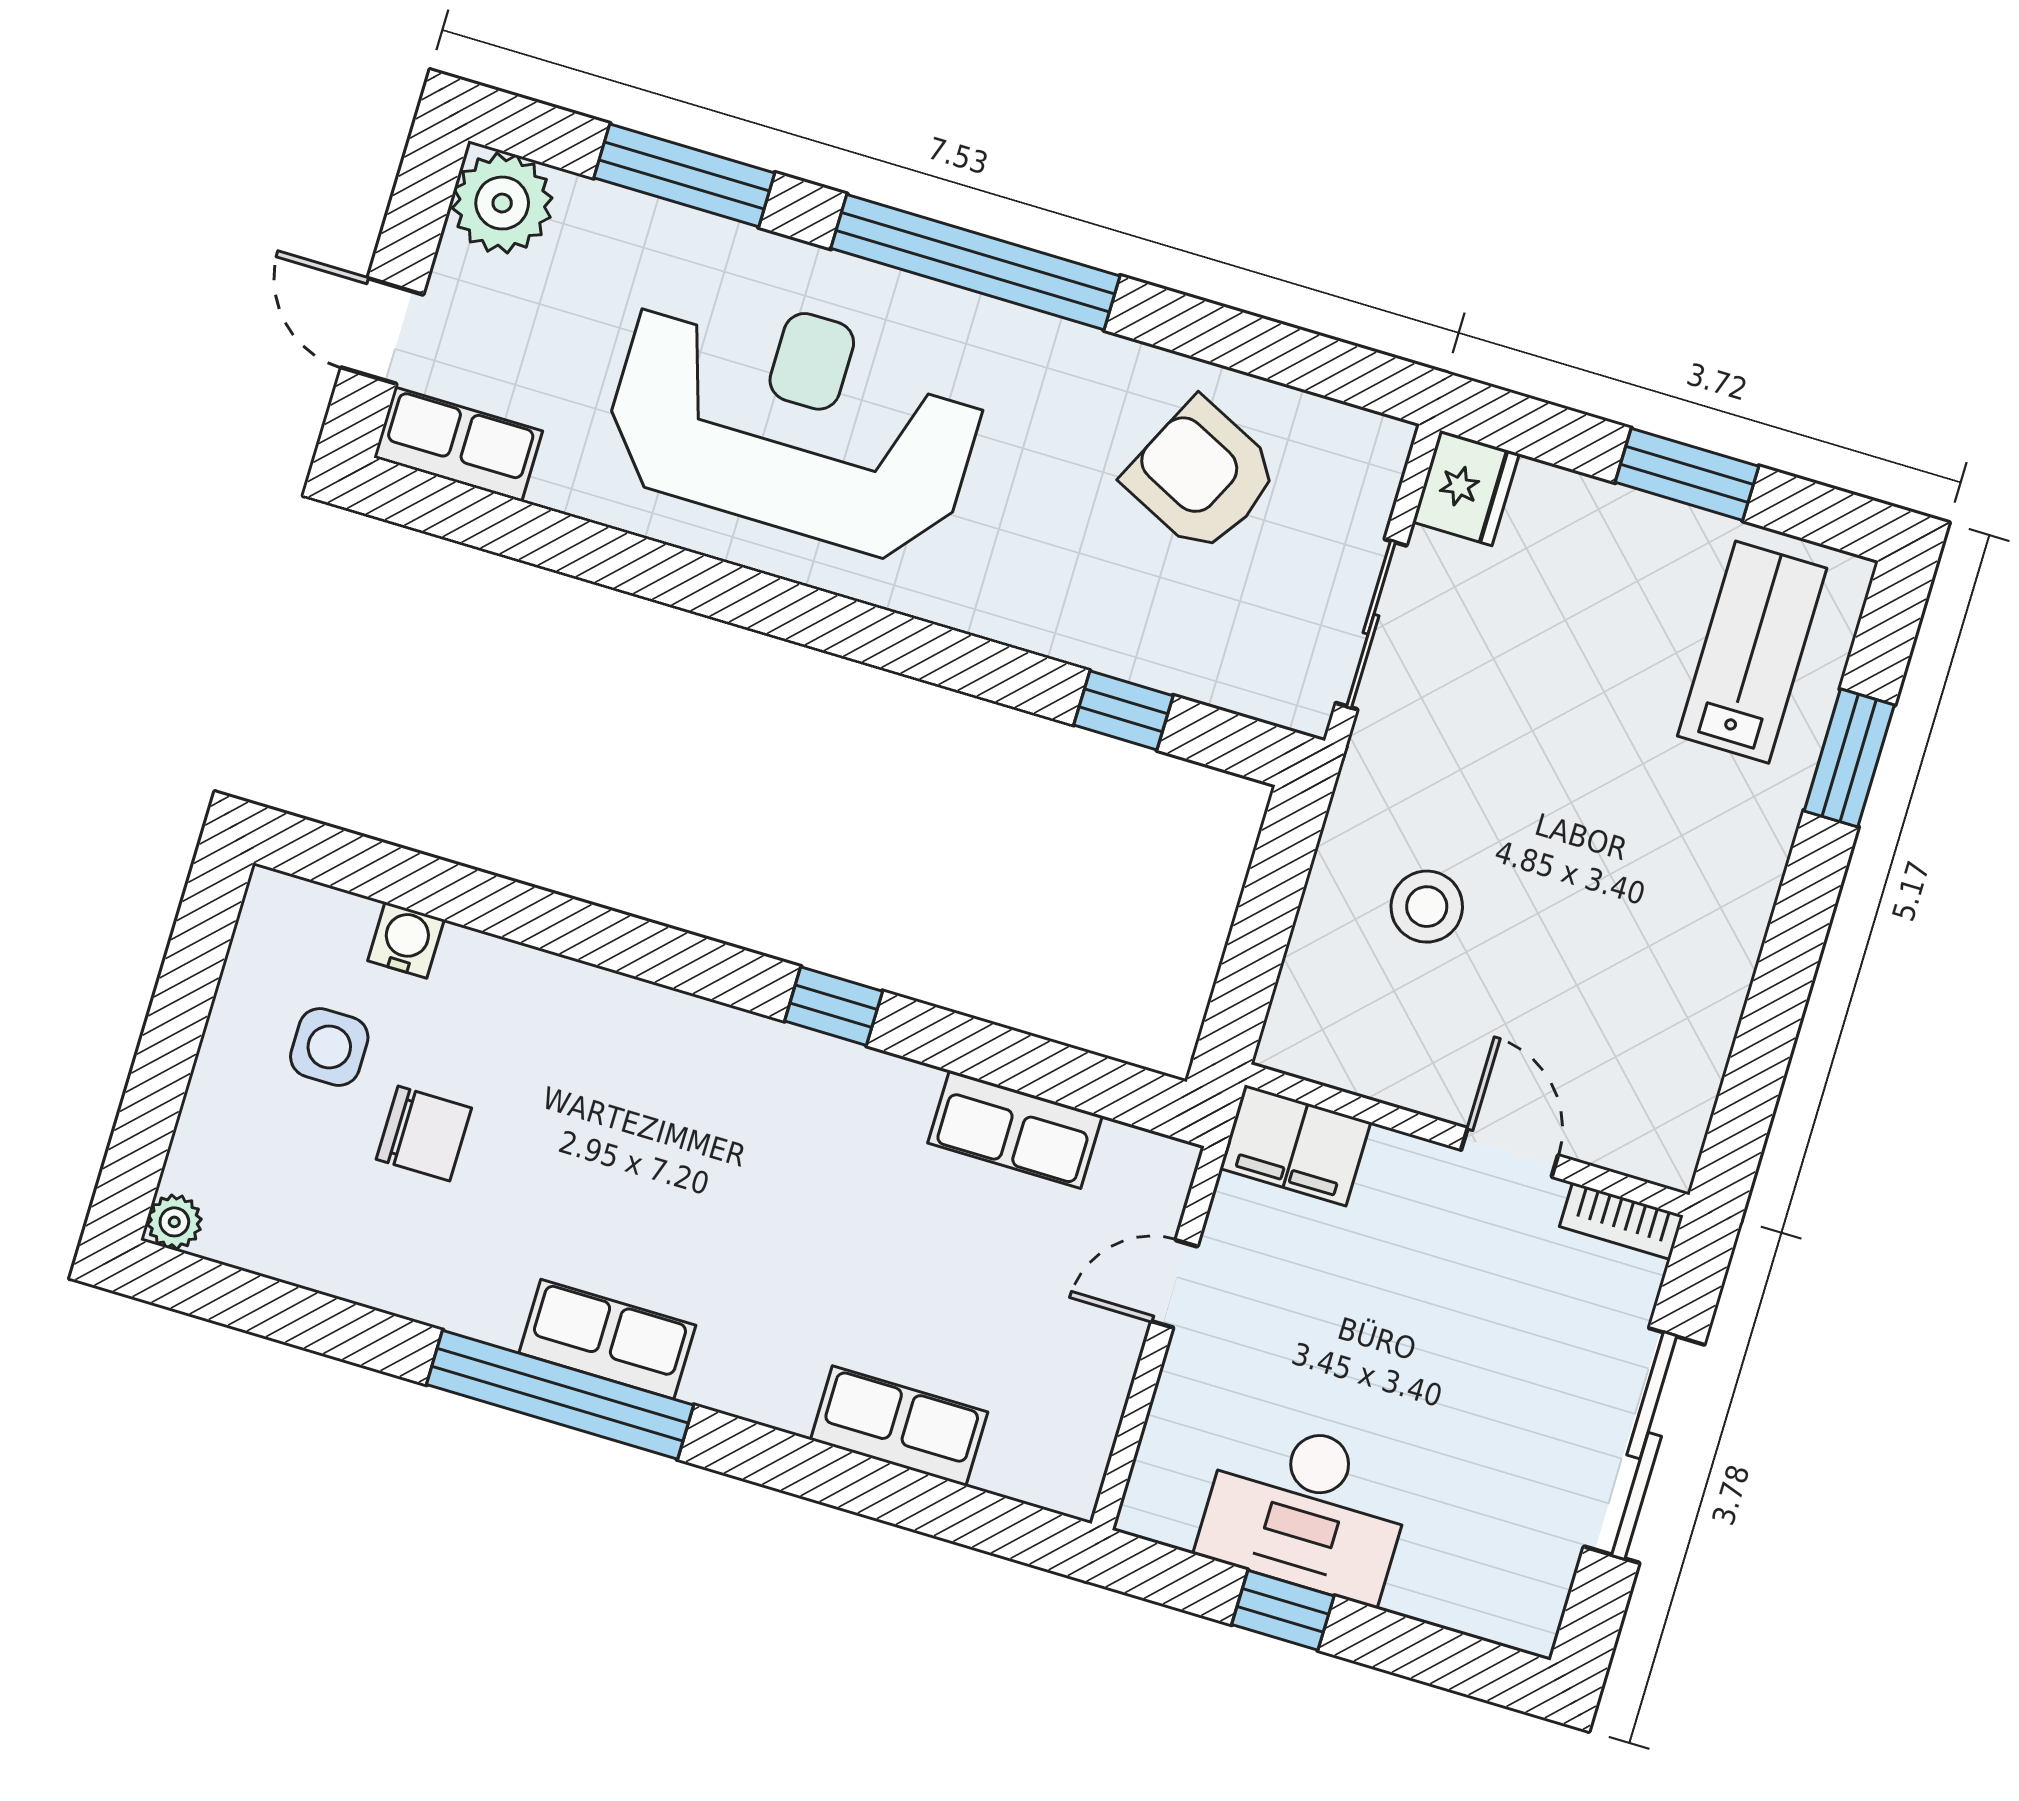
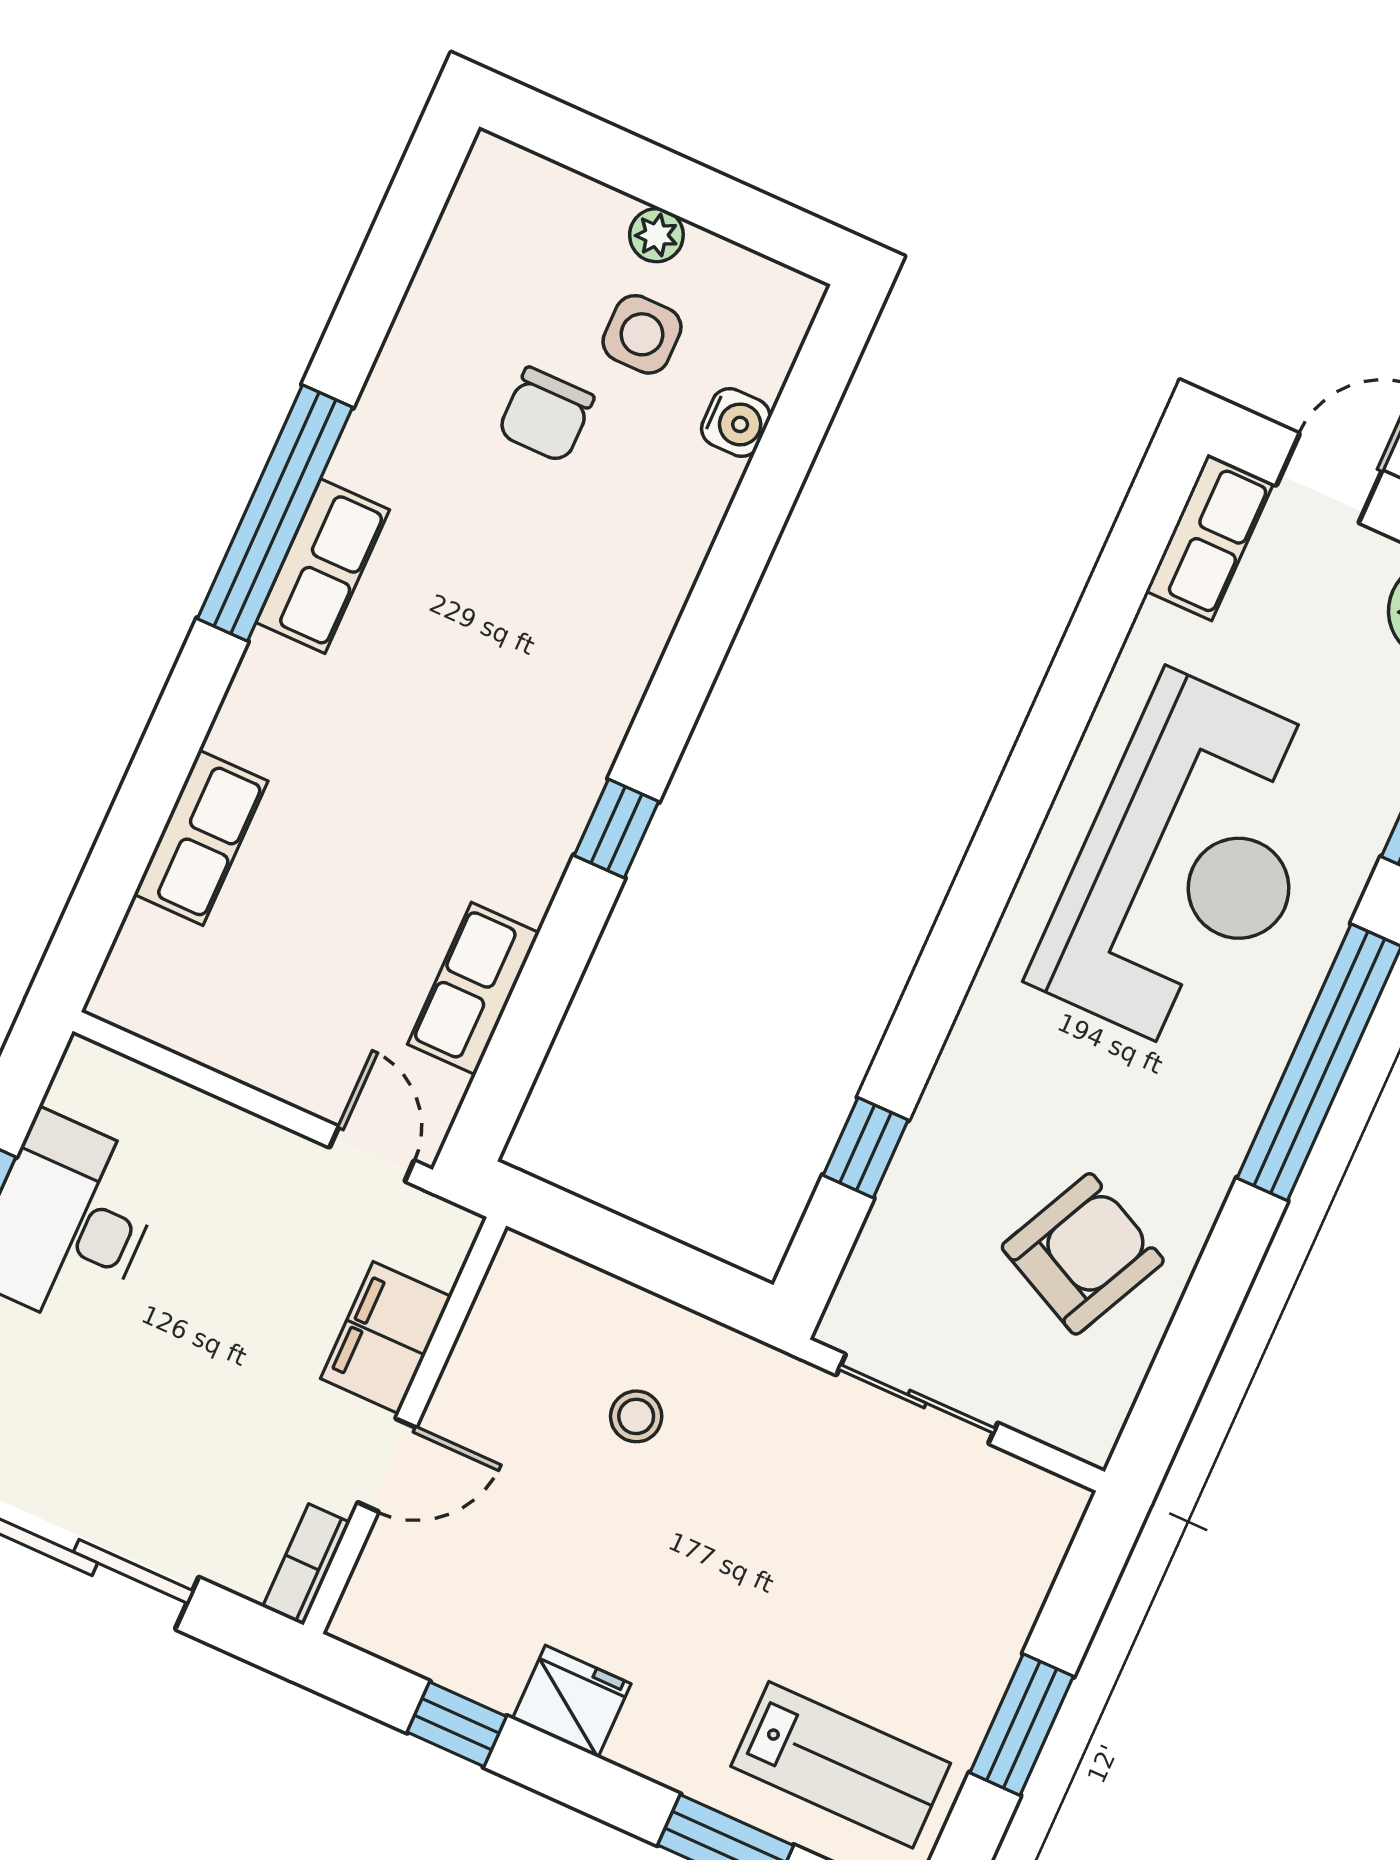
fridge: (1466, 488) -> (572, 1701), moved, turned 180
stool: (1427, 907) -> (636, 1416), width x0.73, depth x0.73
window: (1763, 1047) -> (457, 1724), added
filing cabinet: (1295, 1145) -> (386, 1338), moved
plant: (174, 1222) -> (656, 235), moved
door: (1174, 1284) -> (372, 1154), moved

